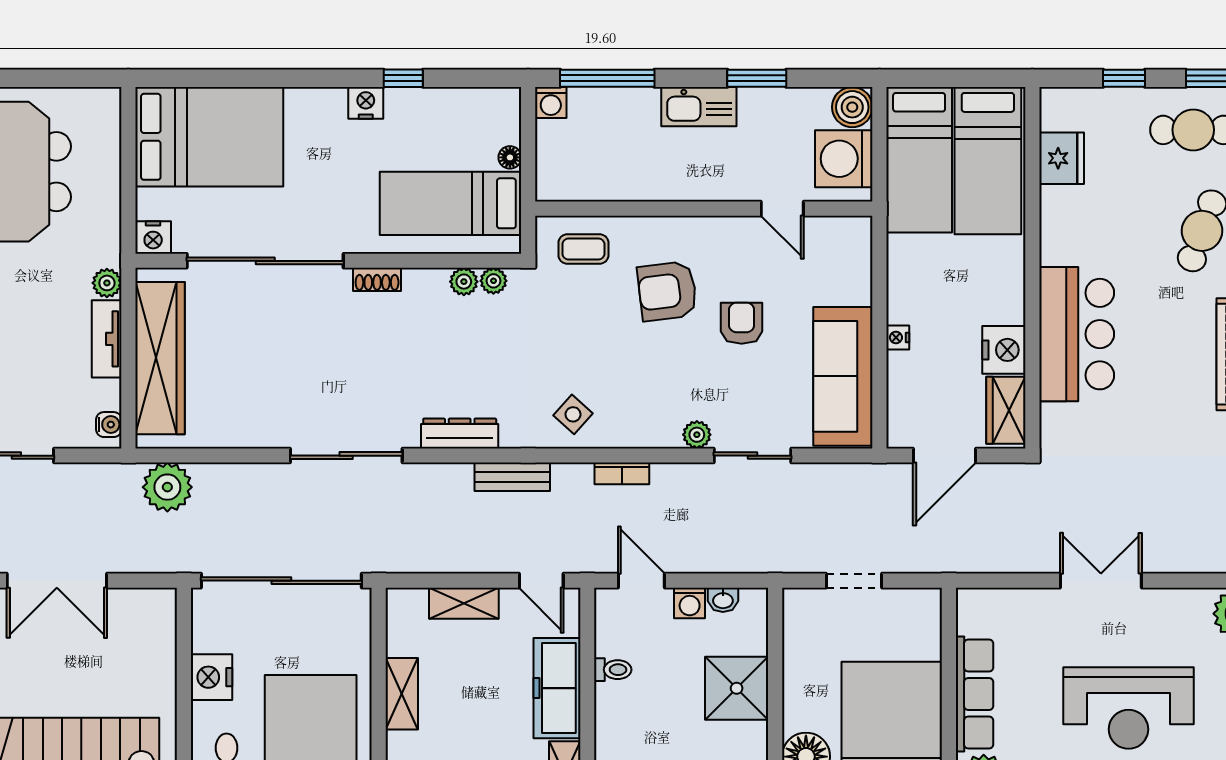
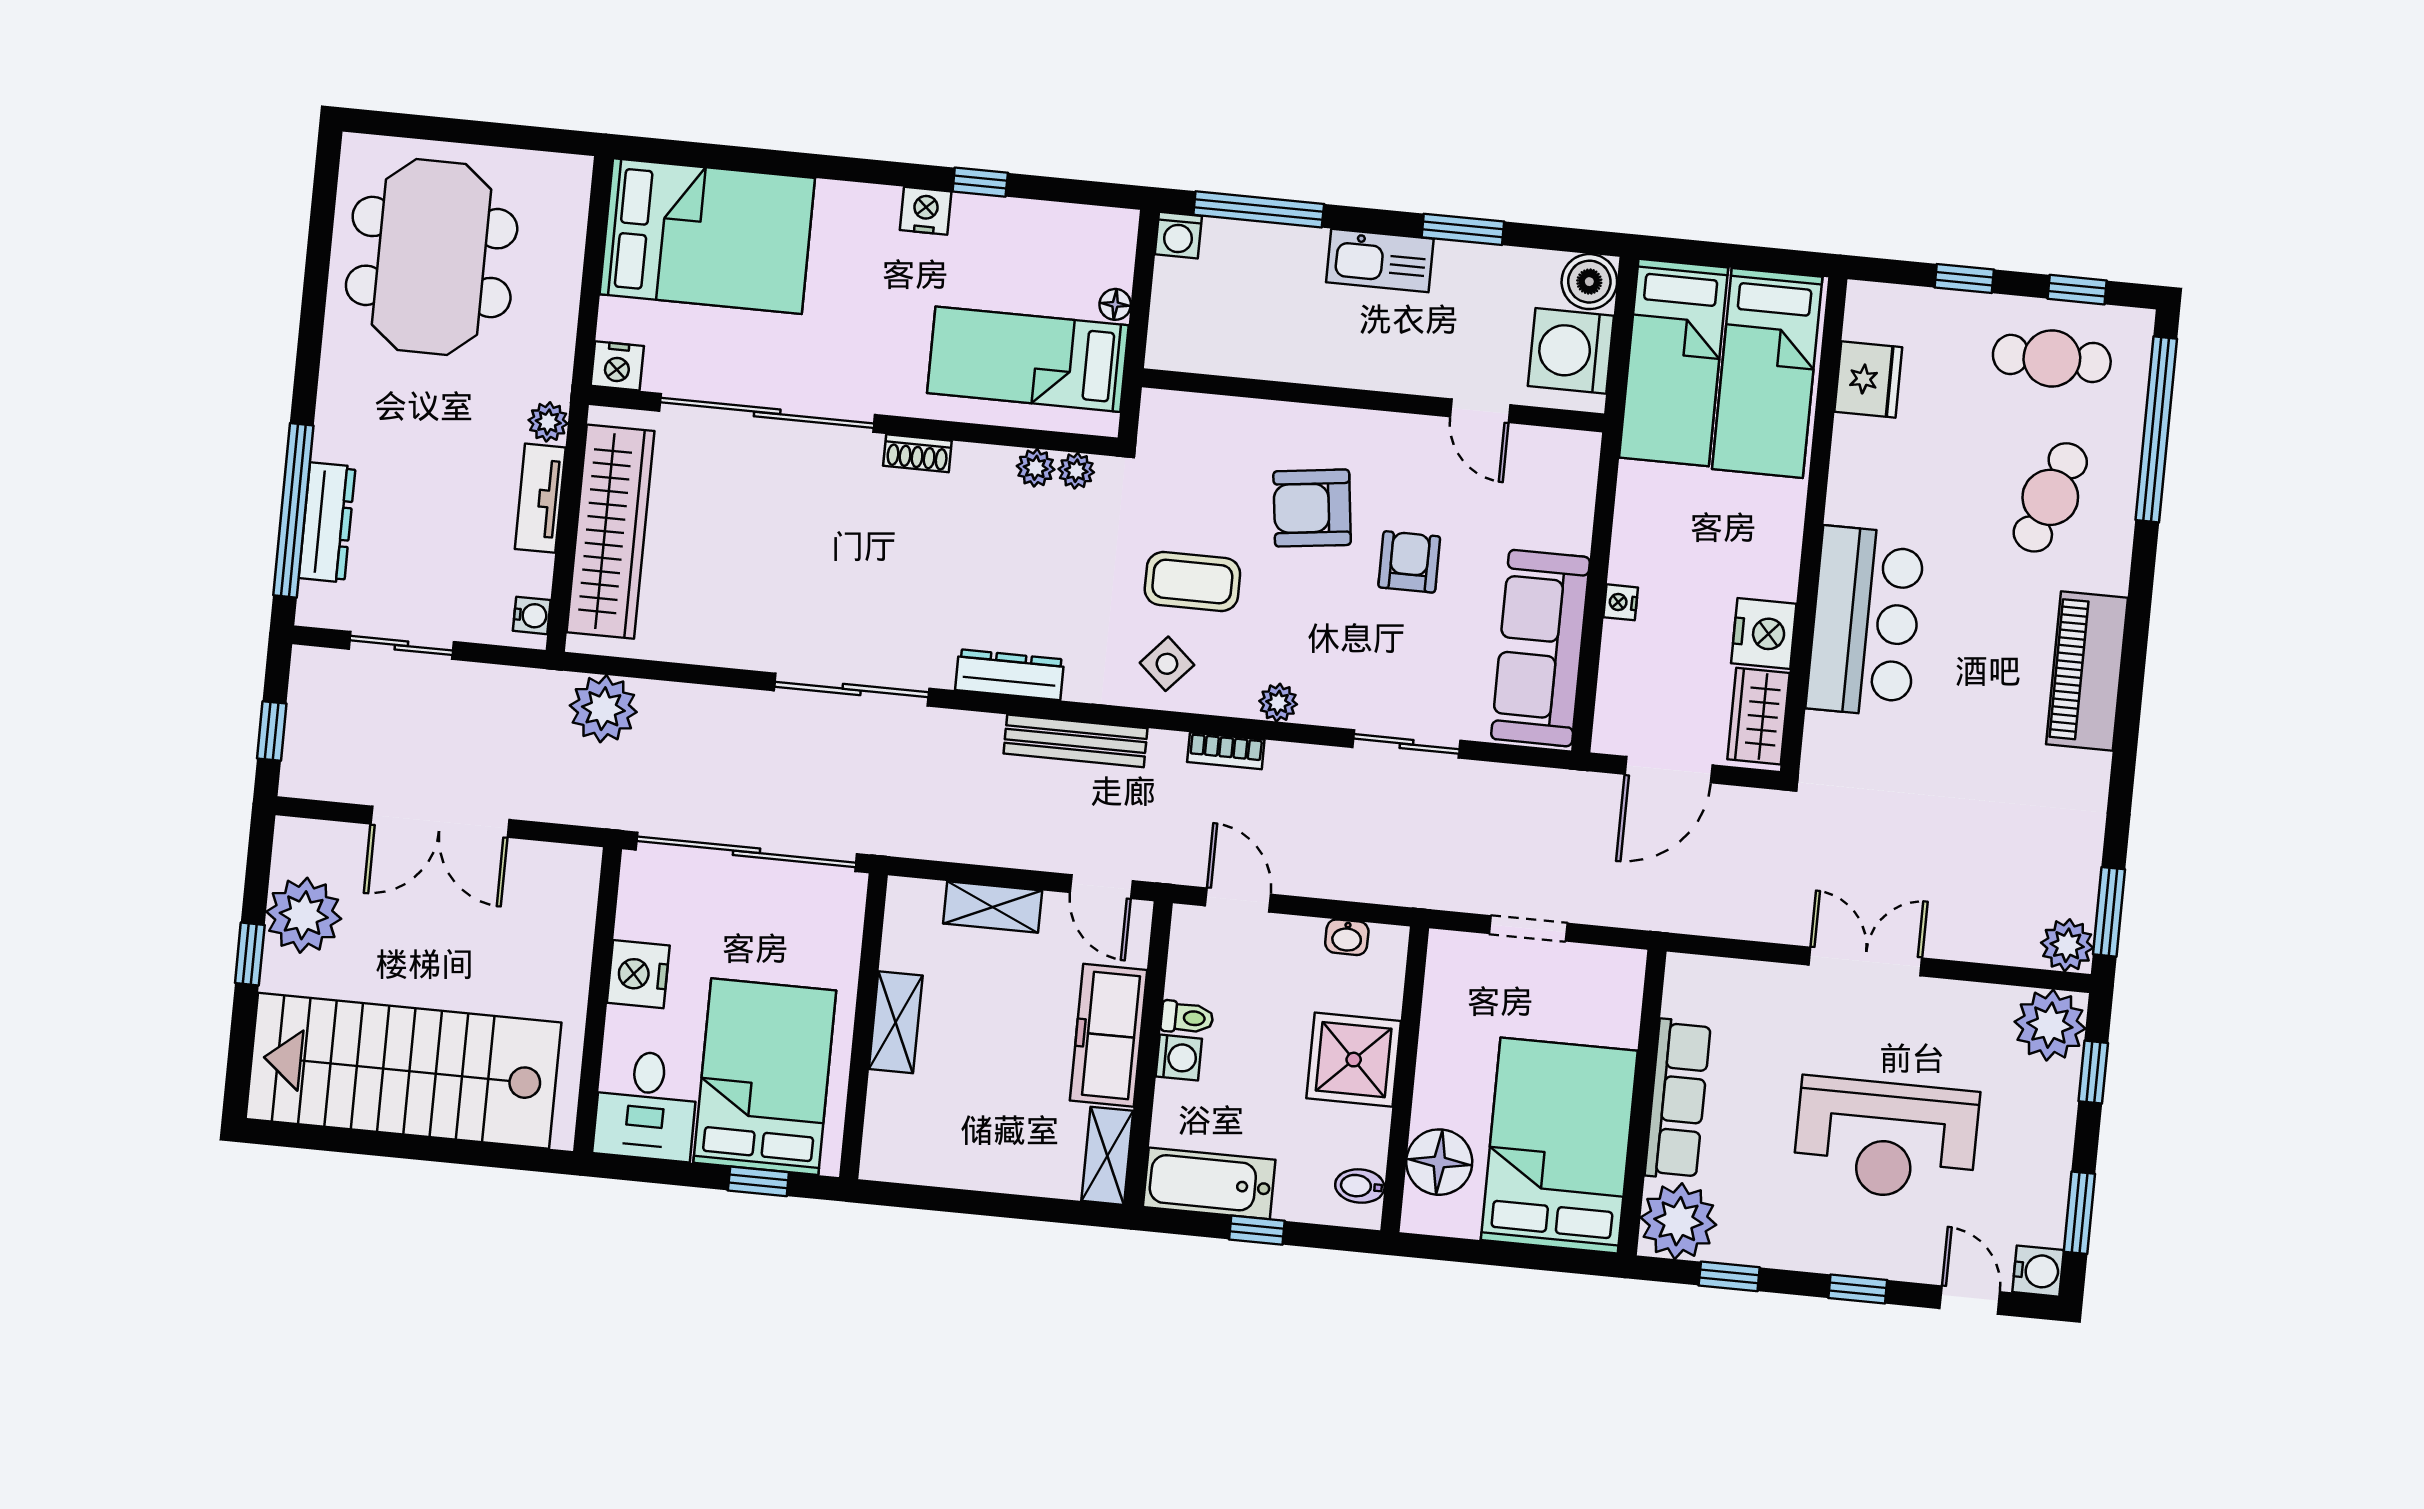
coffee table: (583, 249) -> (1192, 582), moved, width x1.36, depth x1.30
plant: (697, 435) -> (1278, 703), moved
bench: (512, 477) -> (1075, 741), width x1.36
washing machine: (690, 603) -> (1179, 1058), moved, turned -90

